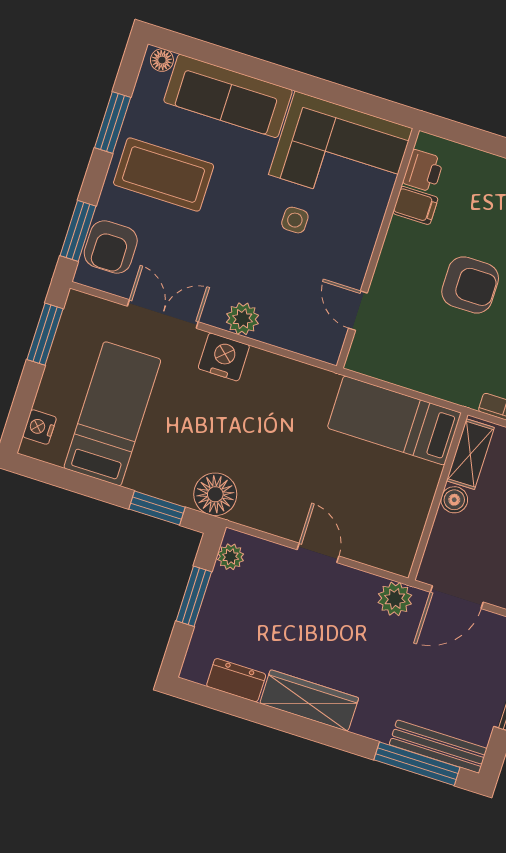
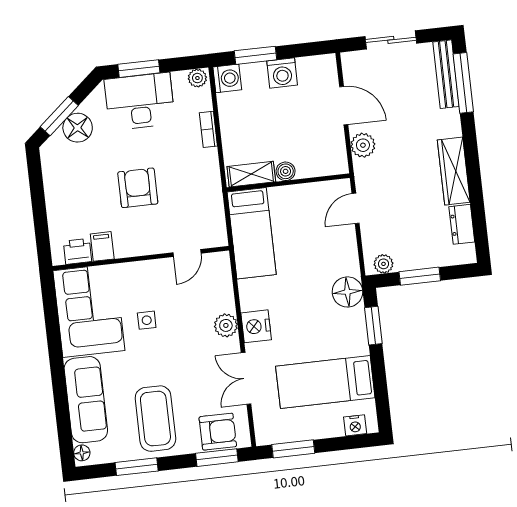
bed: (394, 420) -> (252, 233), moved
shelving: (470, 454) -> (251, 174), moved
wall: (438, 497) -> (288, 183), moved
boiler: (454, 500) -> (286, 171), moved

